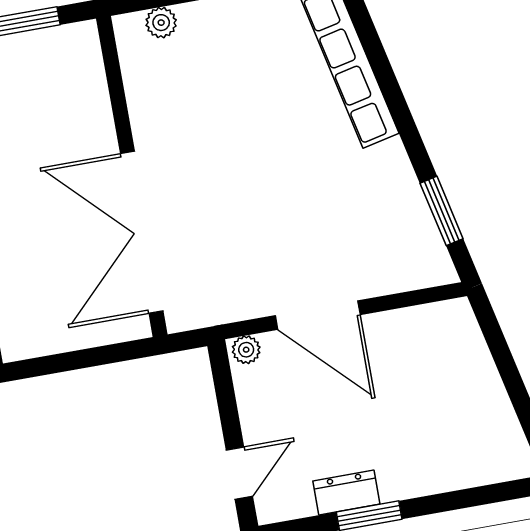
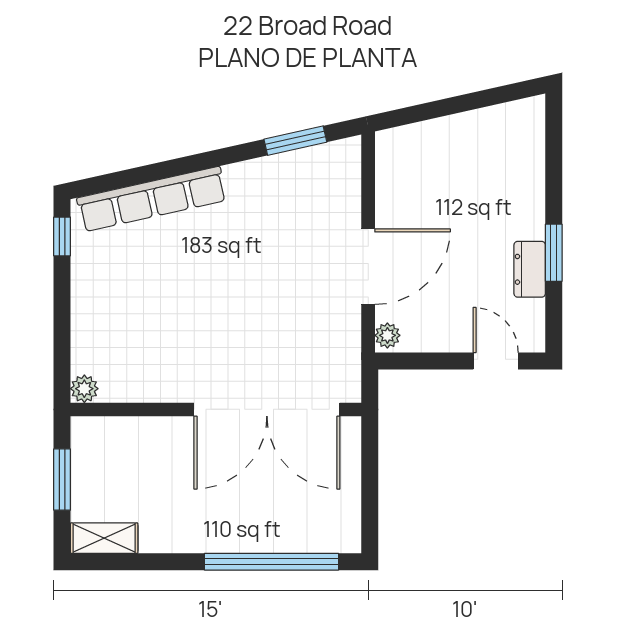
plant: (161, 23) -> (84, 389), moved

